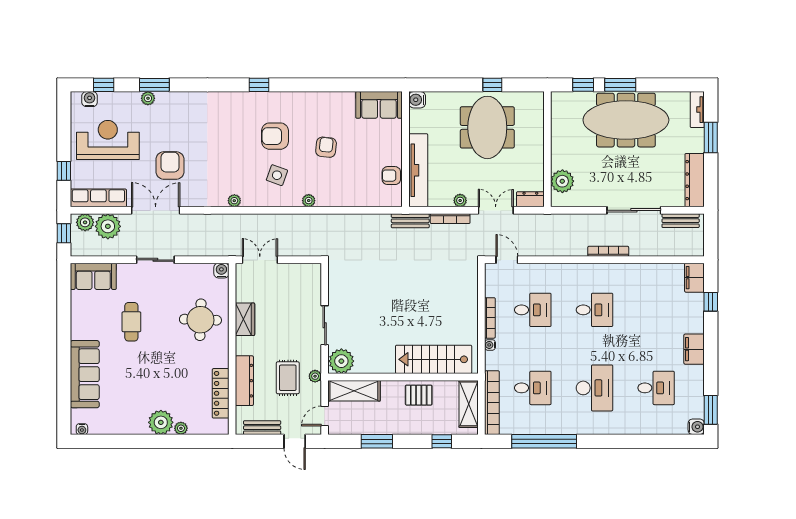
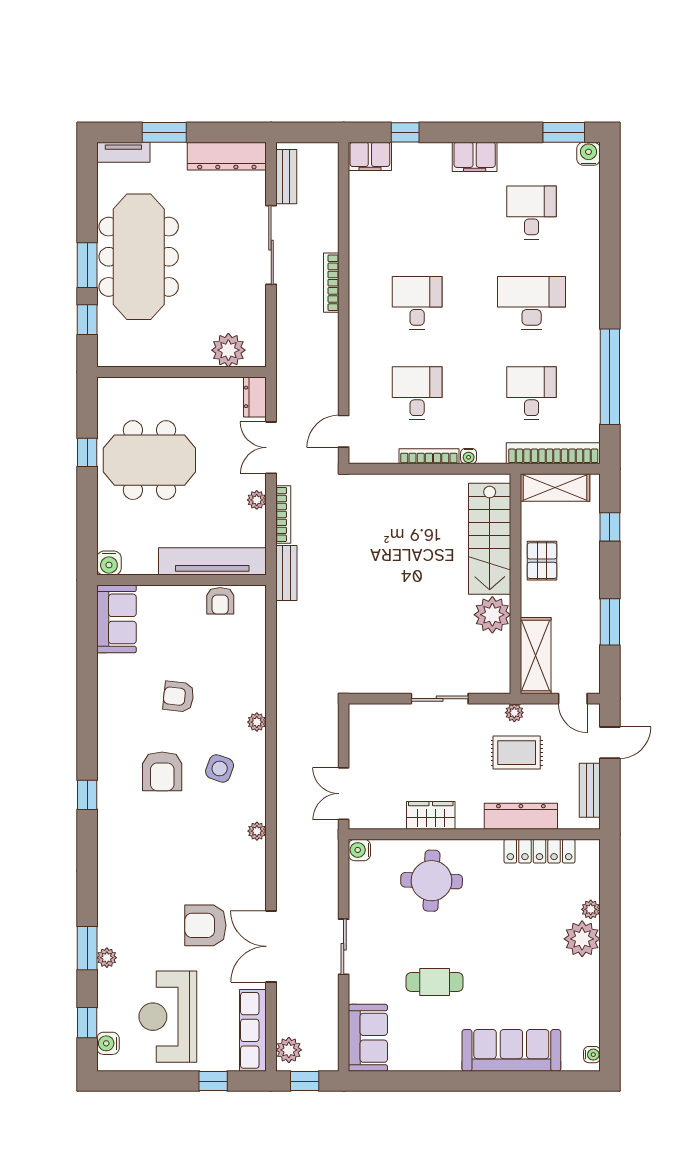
plant: (108, 226) -> (295, 1016), removed
plant: (341, 361) -> (492, 615), moved

